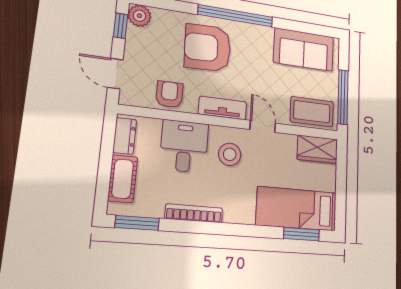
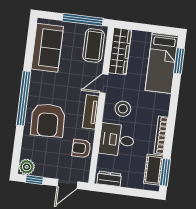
wardrobe: (317, 149) -> (120, 51), width x1.50
cot: (123, 179) -> (153, 170), moved, turned 90

